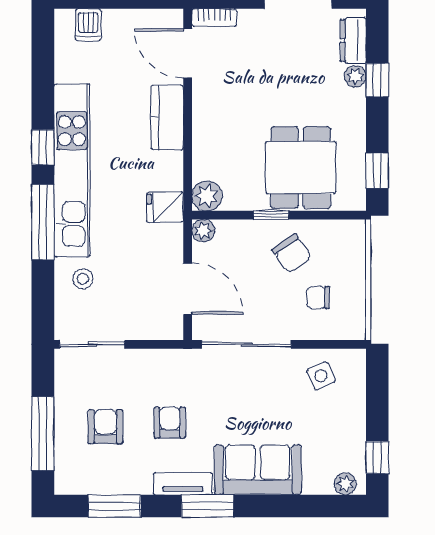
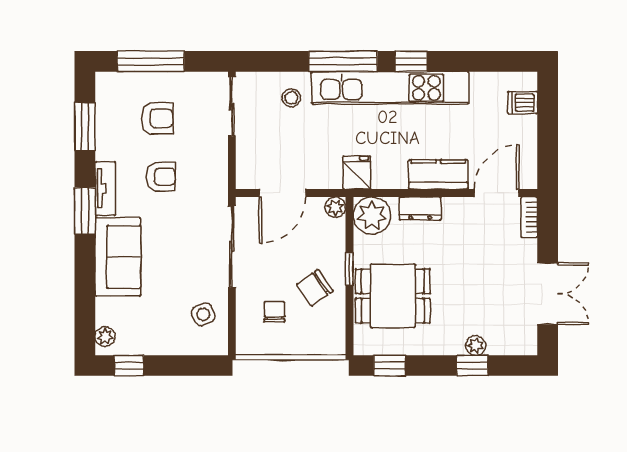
dresser: (353, 40) -> (420, 208), moved, turned 180
plant: (207, 196) -> (372, 216), width x1.36, depth x1.36

